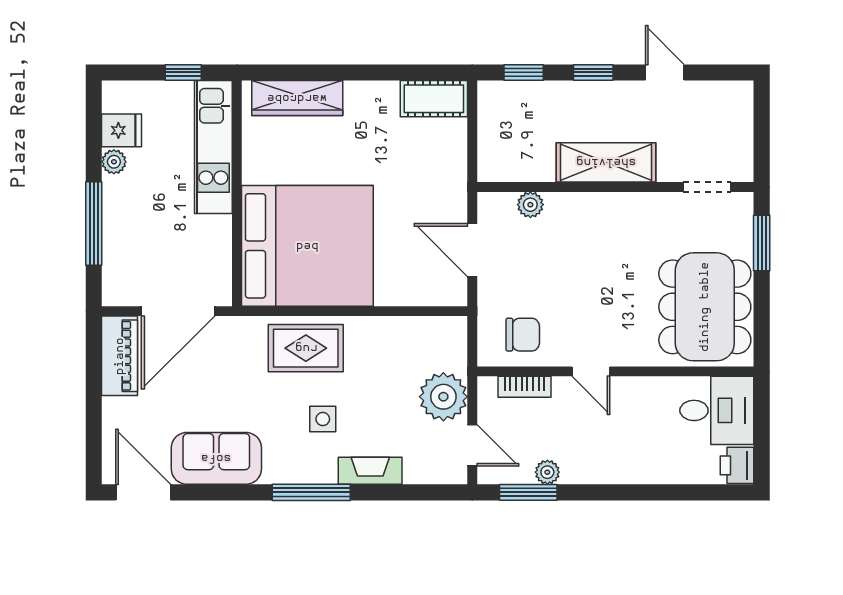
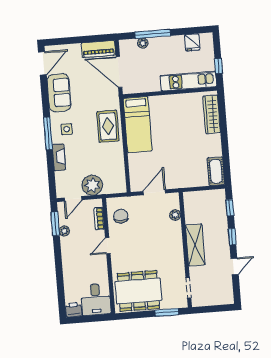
plant: (114, 162) -> (143, 43), moved
bed: (307, 246) -> (138, 125), width x0.49
chair: (523, 335) -> (121, 216), turned 180
side table: (323, 419) -> (67, 129), moved

